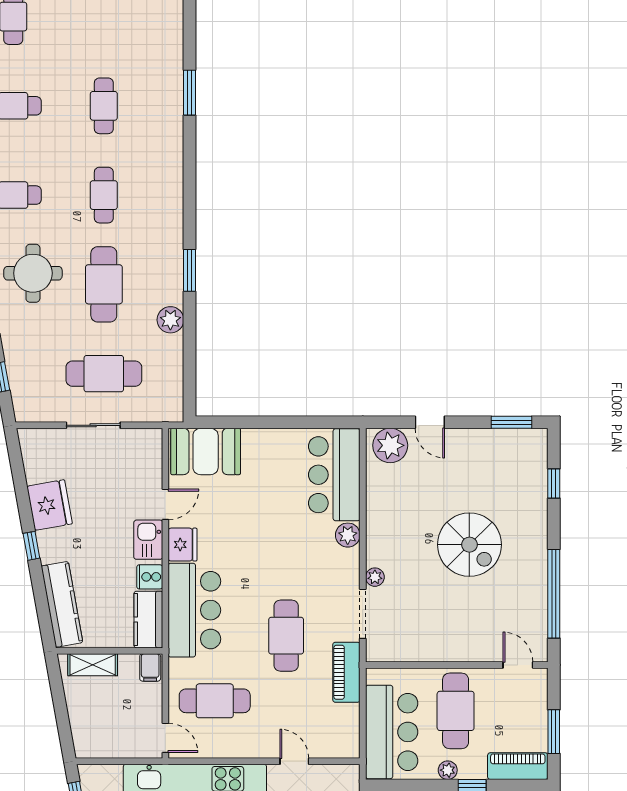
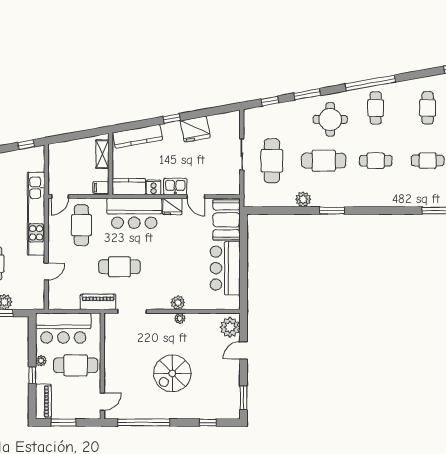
bar counter: (334, 475) -> (225, 268), moved, turned -90
plant: (375, 577) -> (180, 318), moved

